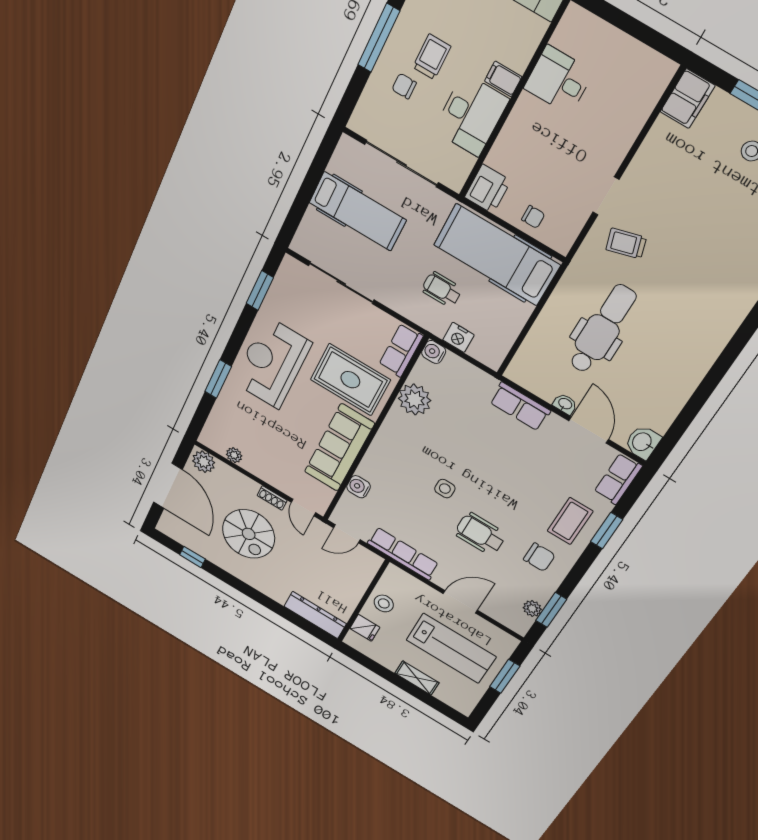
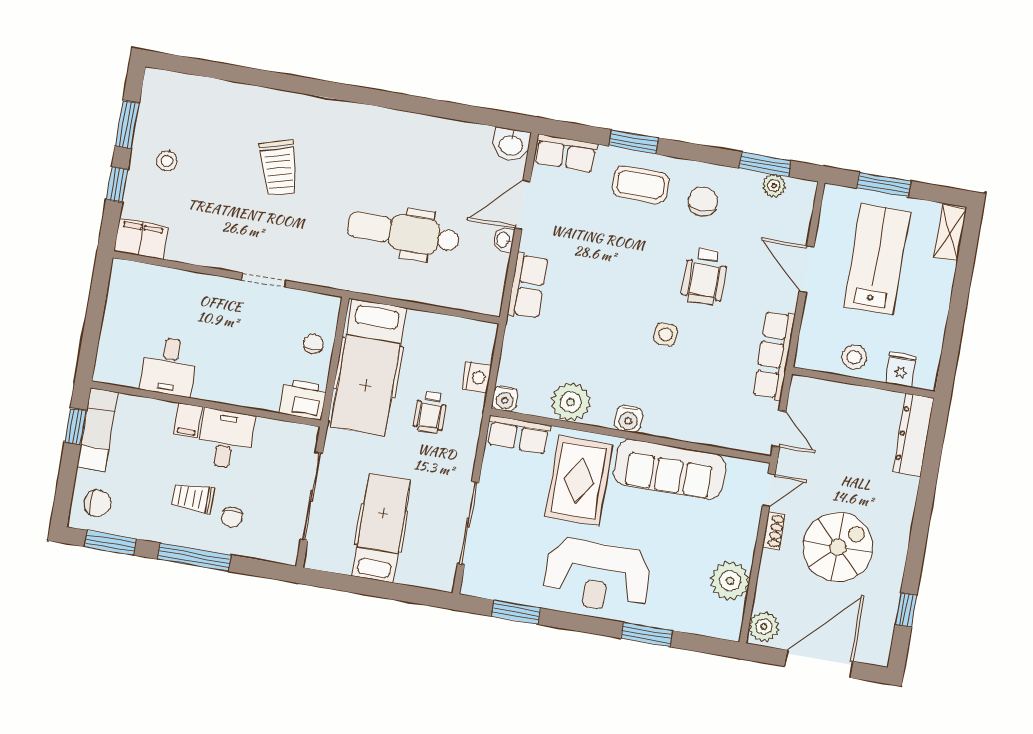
desk: (471, 115) -> (225, 439), width x0.73
trolley: (626, 244) -> (279, 168), moved, width x1.36, depth x1.39
plant: (234, 455) -> (730, 581), width x1.87, depth x1.87
water cooler: (359, 487) -> (628, 419), moved
shelving: (417, 678) -> (950, 233), moved

